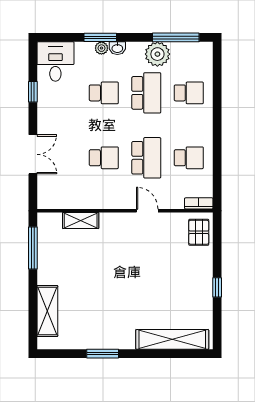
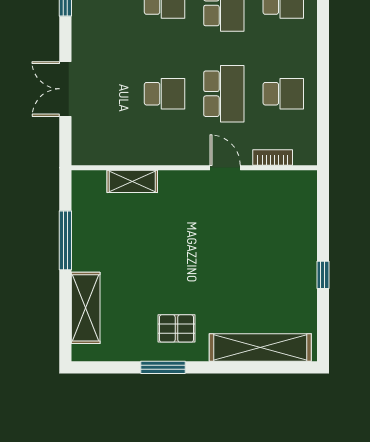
double door: (33, 154) -> (65, 89), swing flipped
bookcase: (199, 203) -> (273, 157), moved
pallet: (199, 232) -> (176, 328), moved, turned 90
window: (33, 248) -> (65, 240), moved

